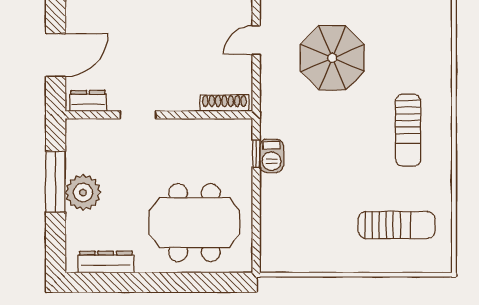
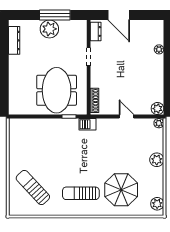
parasol: (332, 58) -> (121, 190), moved
barbecue: (272, 156) -> (87, 124), moved
meeting table: (194, 223) -> (57, 90), moved
sun lounger: (397, 225) -> (33, 188), turned 137

